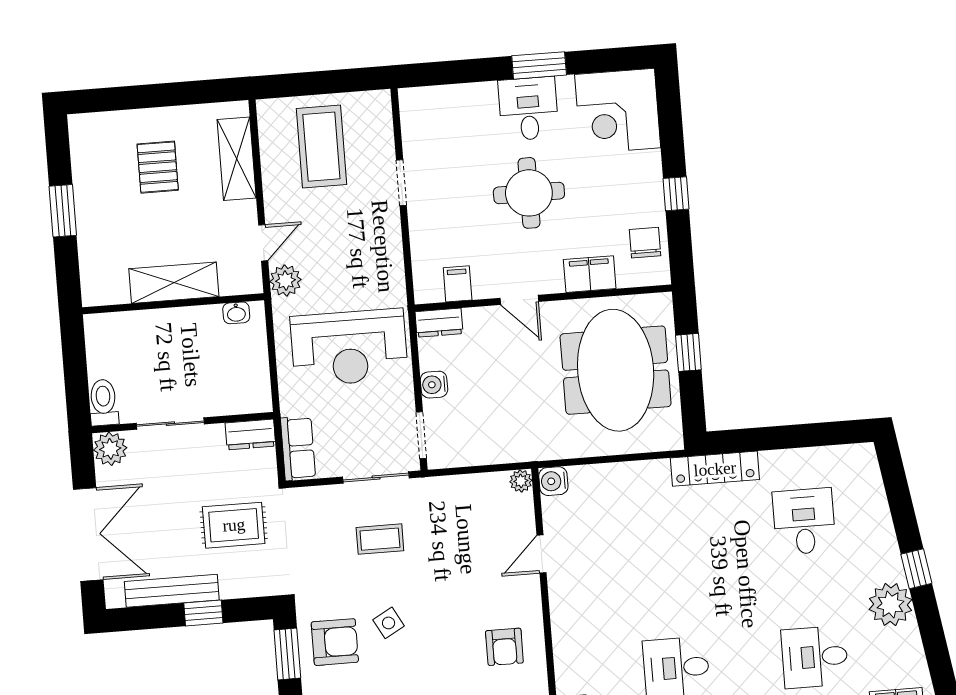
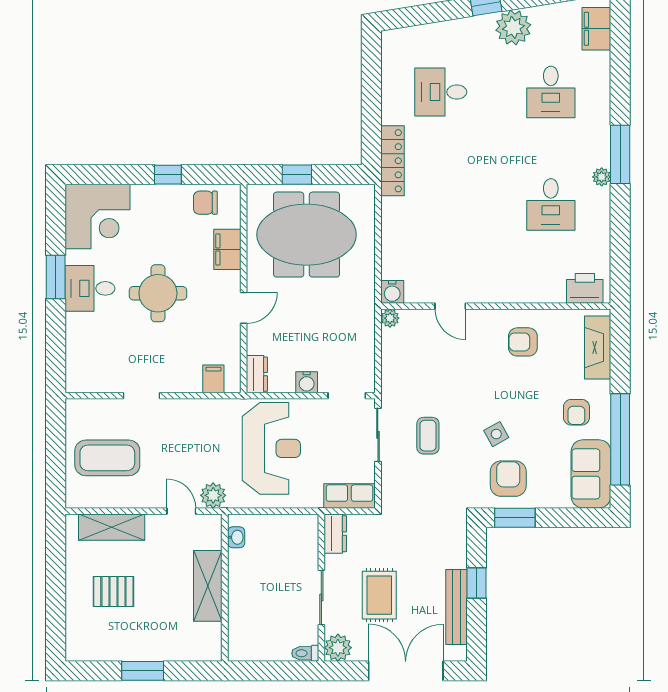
filing cabinet: (458, 284) -> (213, 379), moved, turned 90
toilet: (103, 402) -> (305, 653), width x0.73, depth x0.72
rug: (234, 525) -> (379, 595), moved
armchair: (504, 647) -> (523, 342), turned 180

